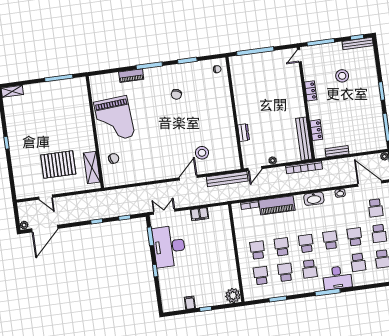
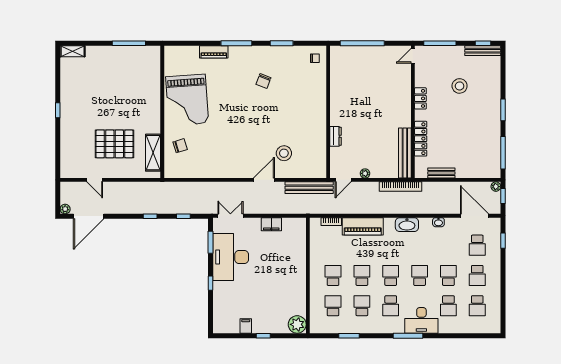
locker: (316, 130) -> (421, 139), width x1.53

